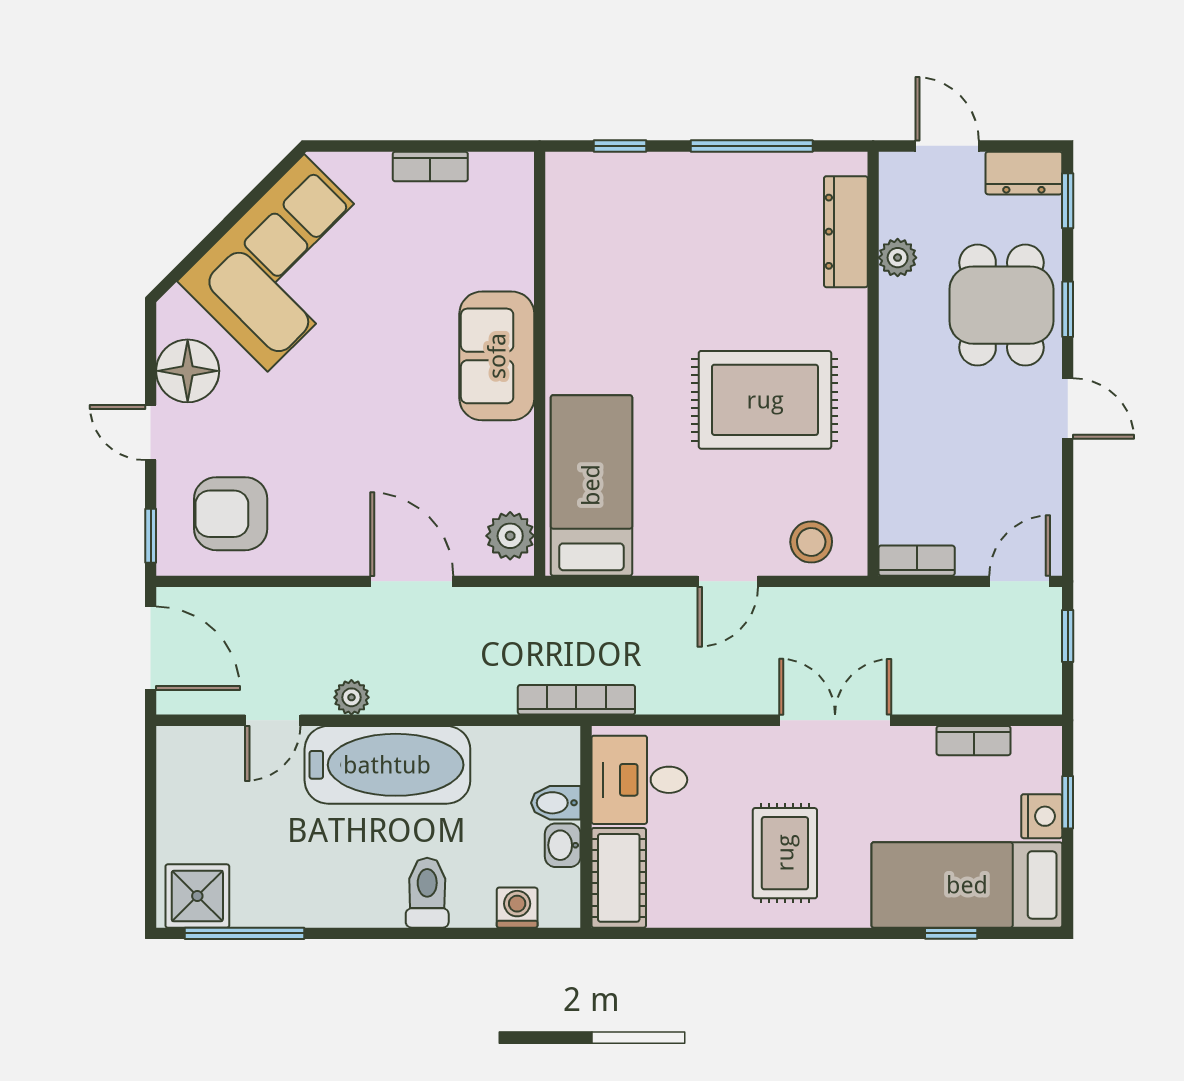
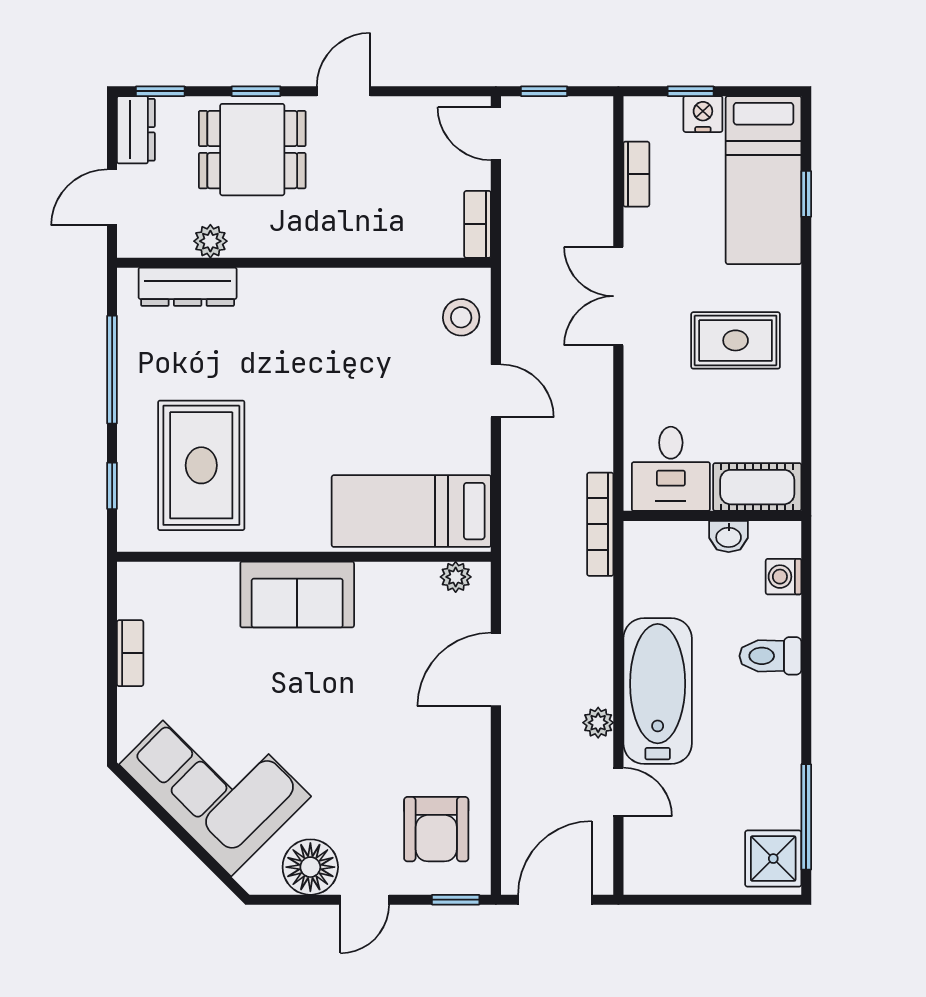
rug: (765, 400) -> (201, 465), moved
plant: (510, 536) -> (456, 577), width x0.73, depth x0.73
bidet: (556, 803) -> (691, 543), removed

